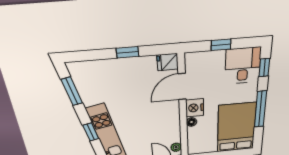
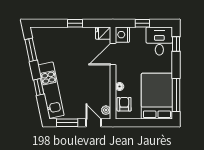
nightstand: (195, 108) -> (122, 35), moved
window: (261, 109) -> (176, 95), moved
armchair: (197, 139) -> (124, 104), added

